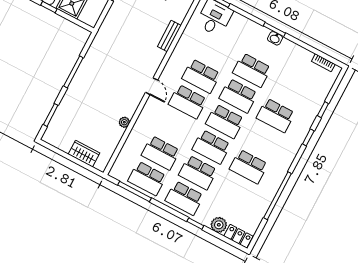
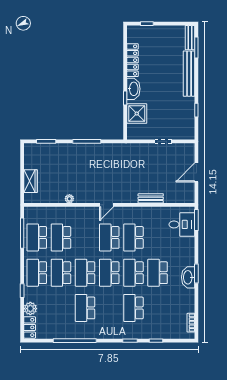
washbasin: (275, 38) -> (188, 277), width x1.91, depth x1.45

